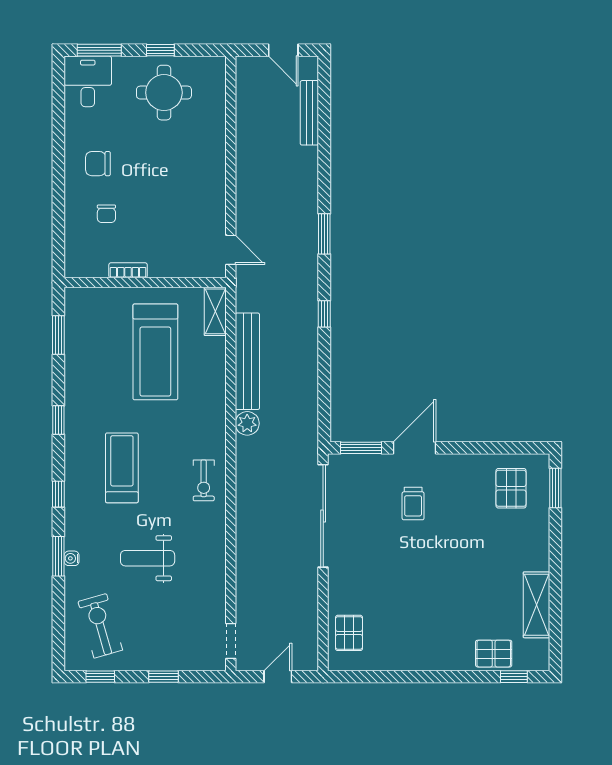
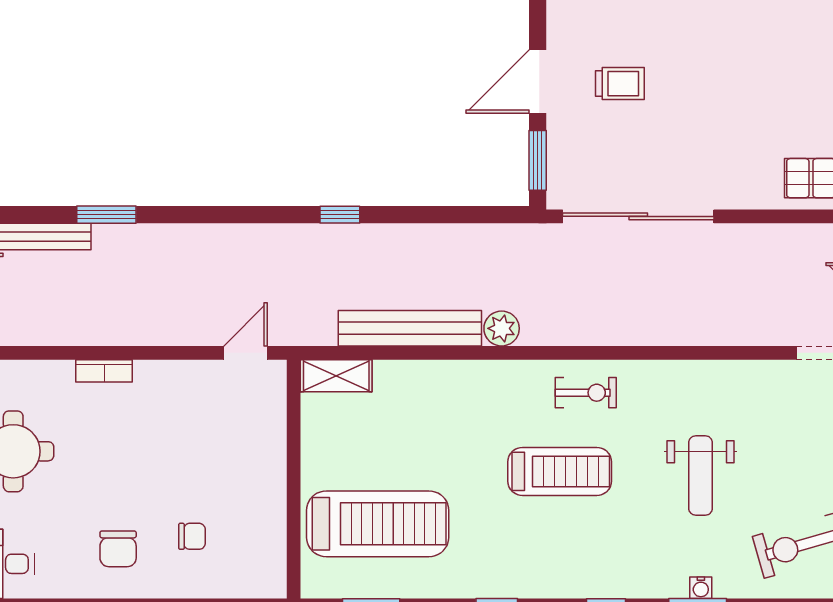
window: (324, 234) -> (106, 215), moved
bookcase: (128, 270) -> (104, 371), moved, turned -90
treadmill: (155, 352) -> (378, 524), moved
door: (414, 448) -> (538, 82), hinge flipped
treadmill: (122, 468) -> (560, 471), moved, turned 180

